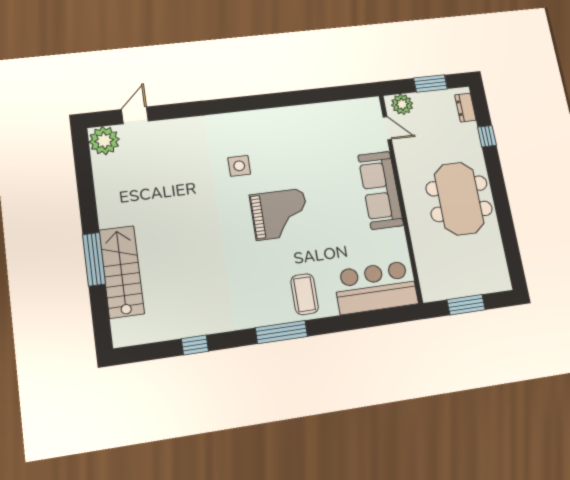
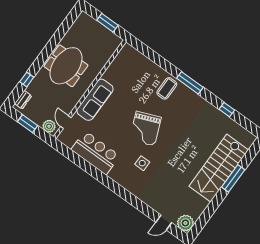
grand piano: (280, 214) -> (145, 129), turned -112
stairs: (122, 272) -> (219, 168), width x1.36, depth x1.51
bar counter: (376, 287) -> (95, 153), moved, turned 180

